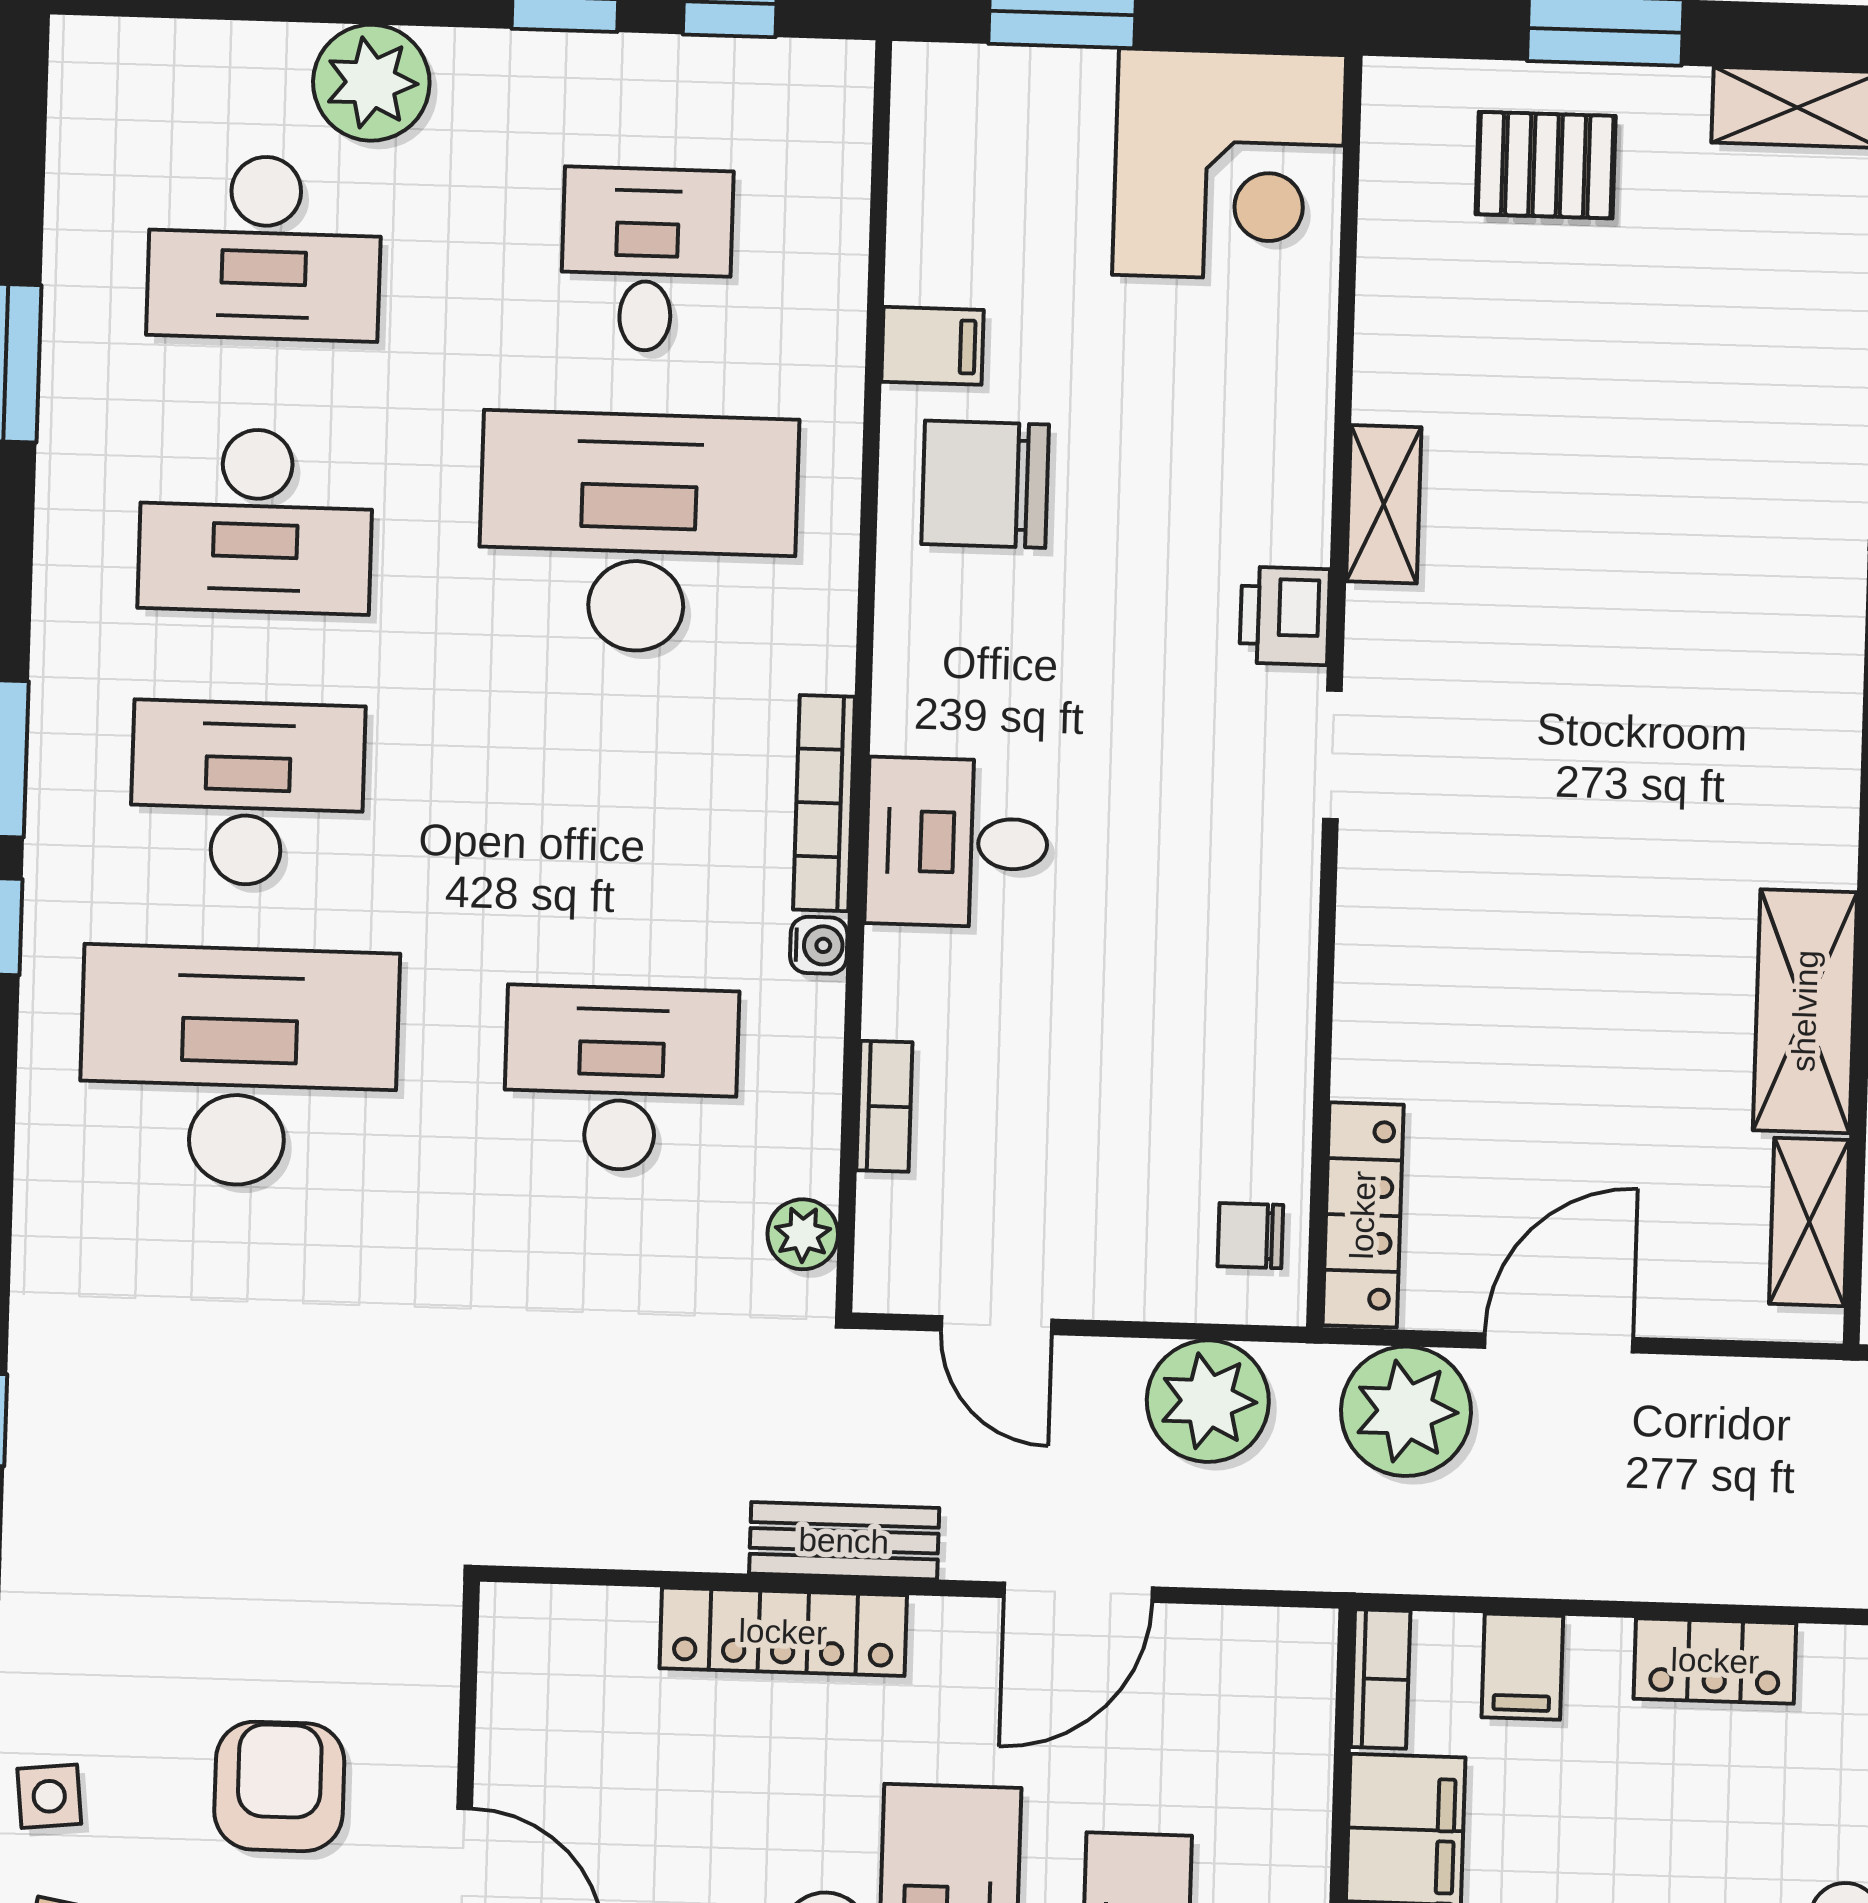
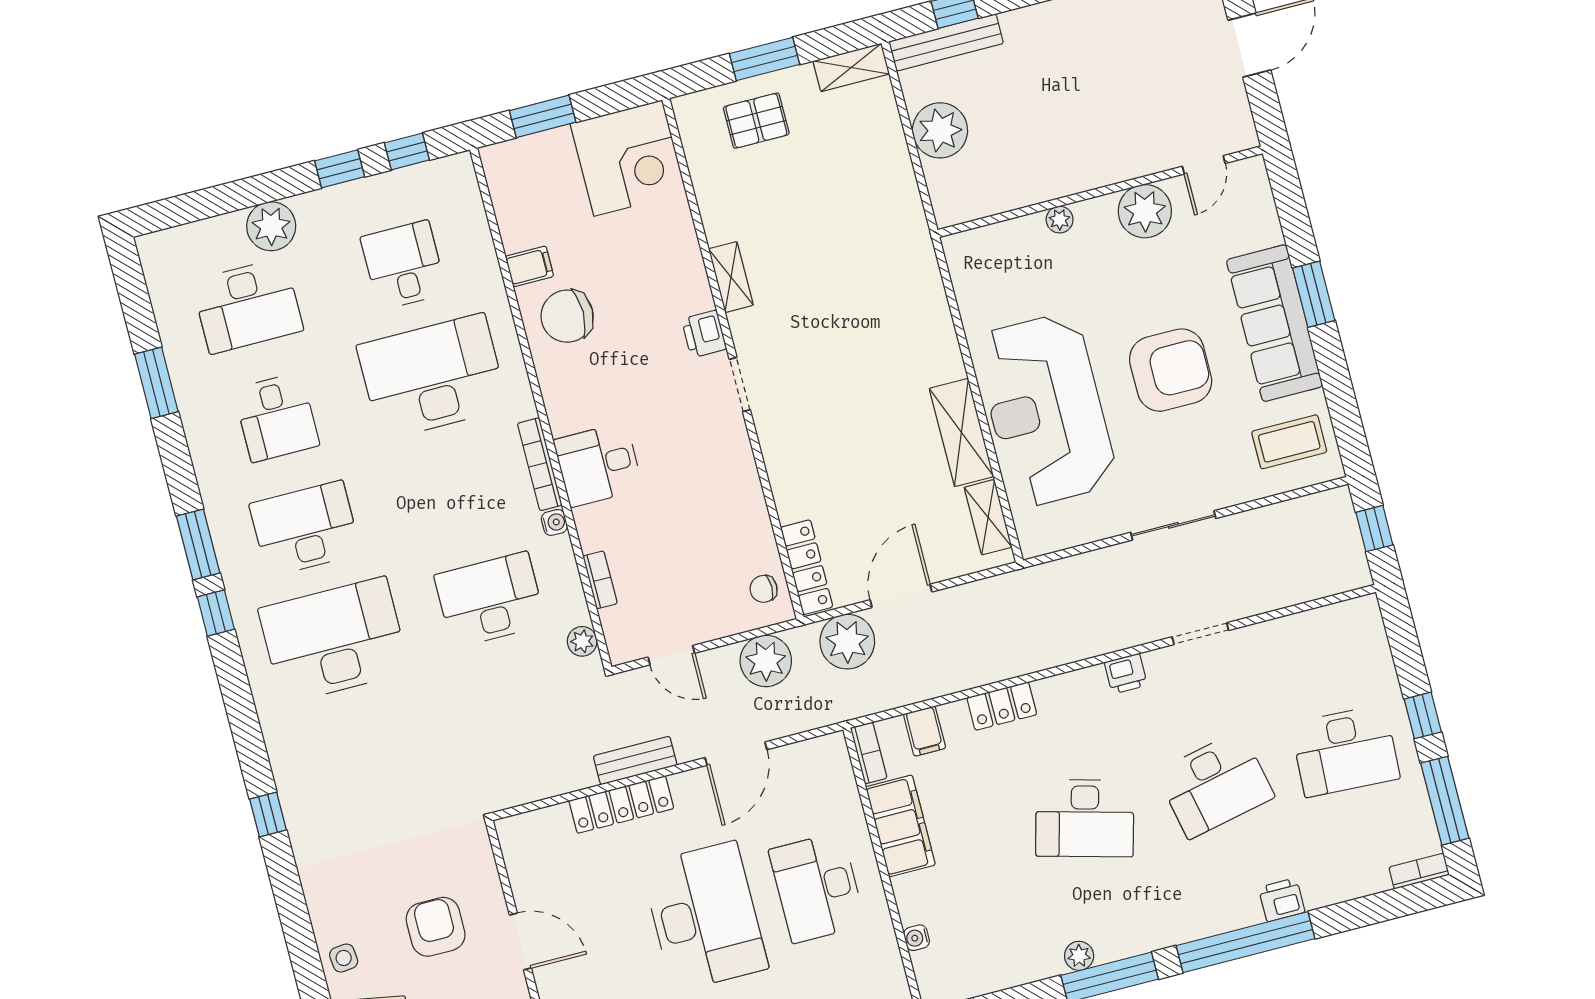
desk: (256, 521) -> (276, 417), width x0.73

